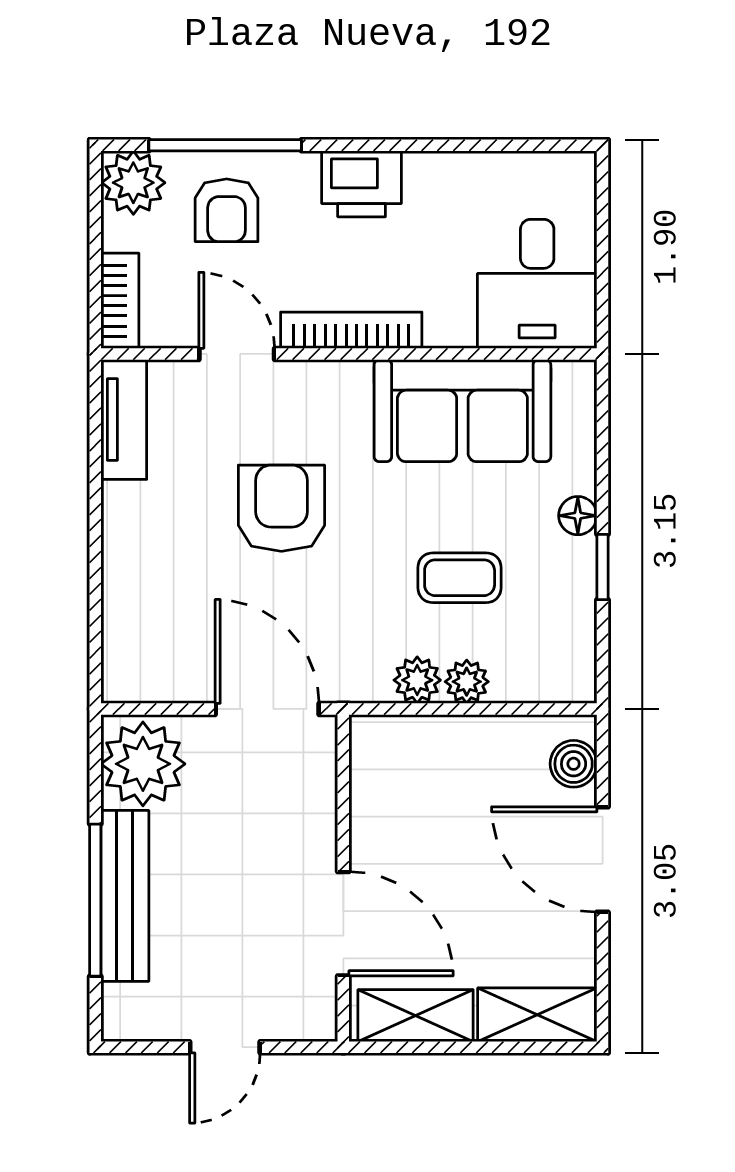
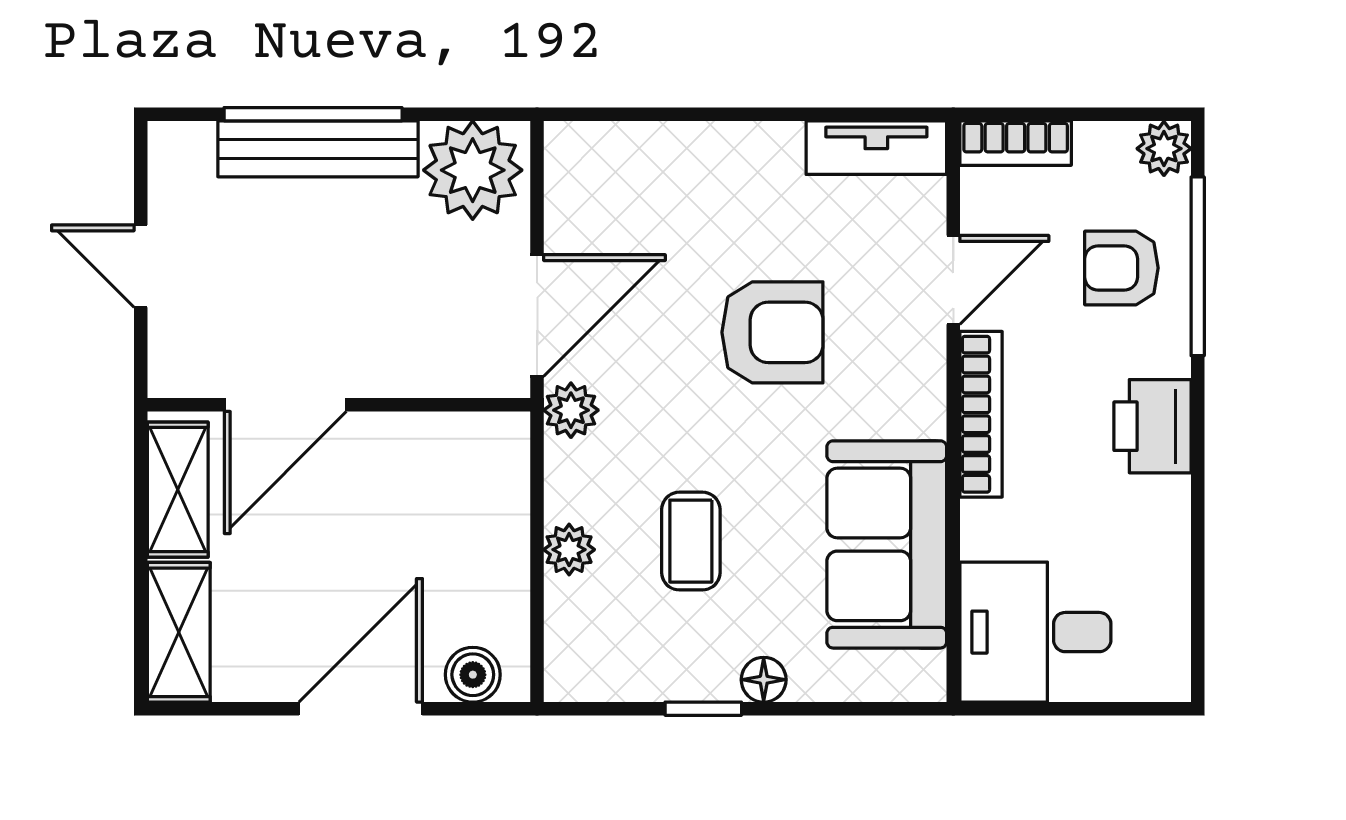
plant: (133, 183) -> (1164, 149), width x0.73, depth x0.73
plant: (417, 680) -> (571, 410), moved

